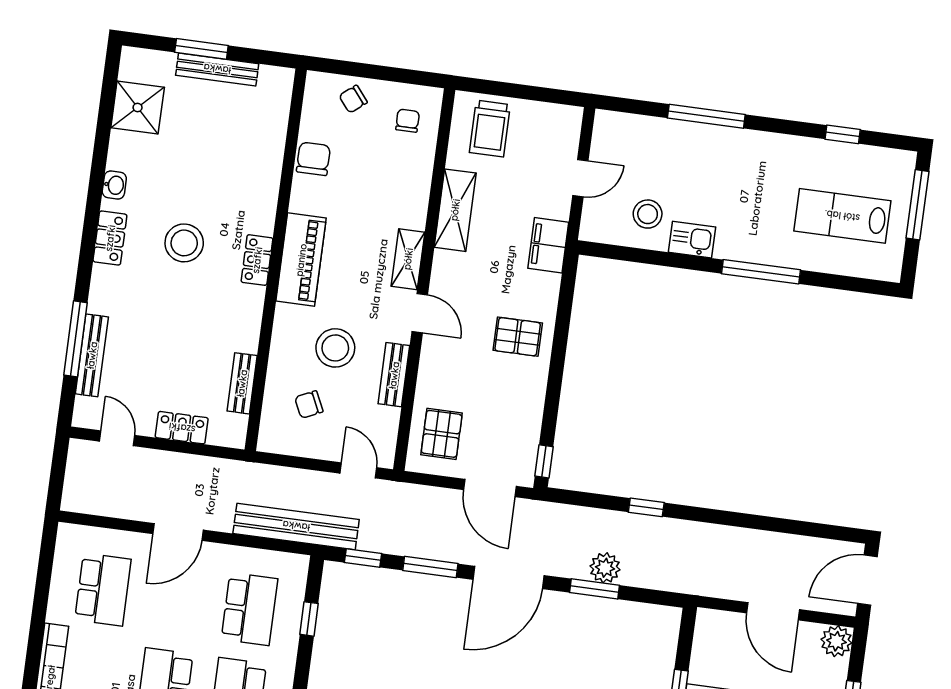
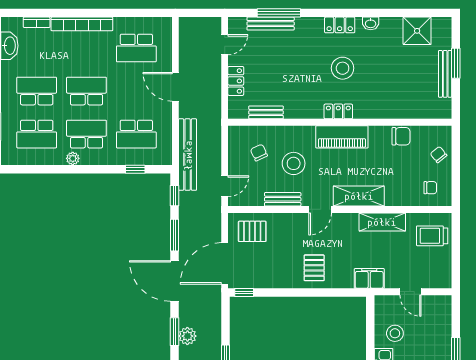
shelving: (408, 259) -> (359, 196), width x1.50, depth x1.33
door: (490, 488) -> (225, 263), width x1.36

